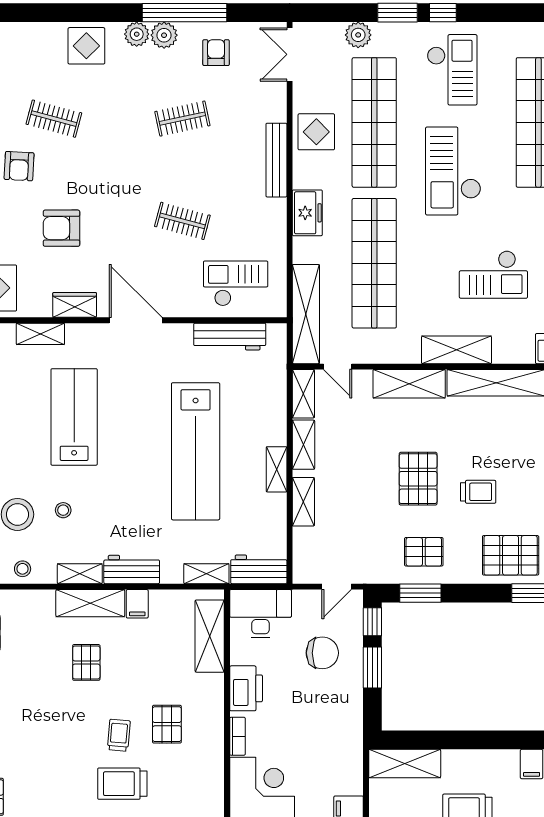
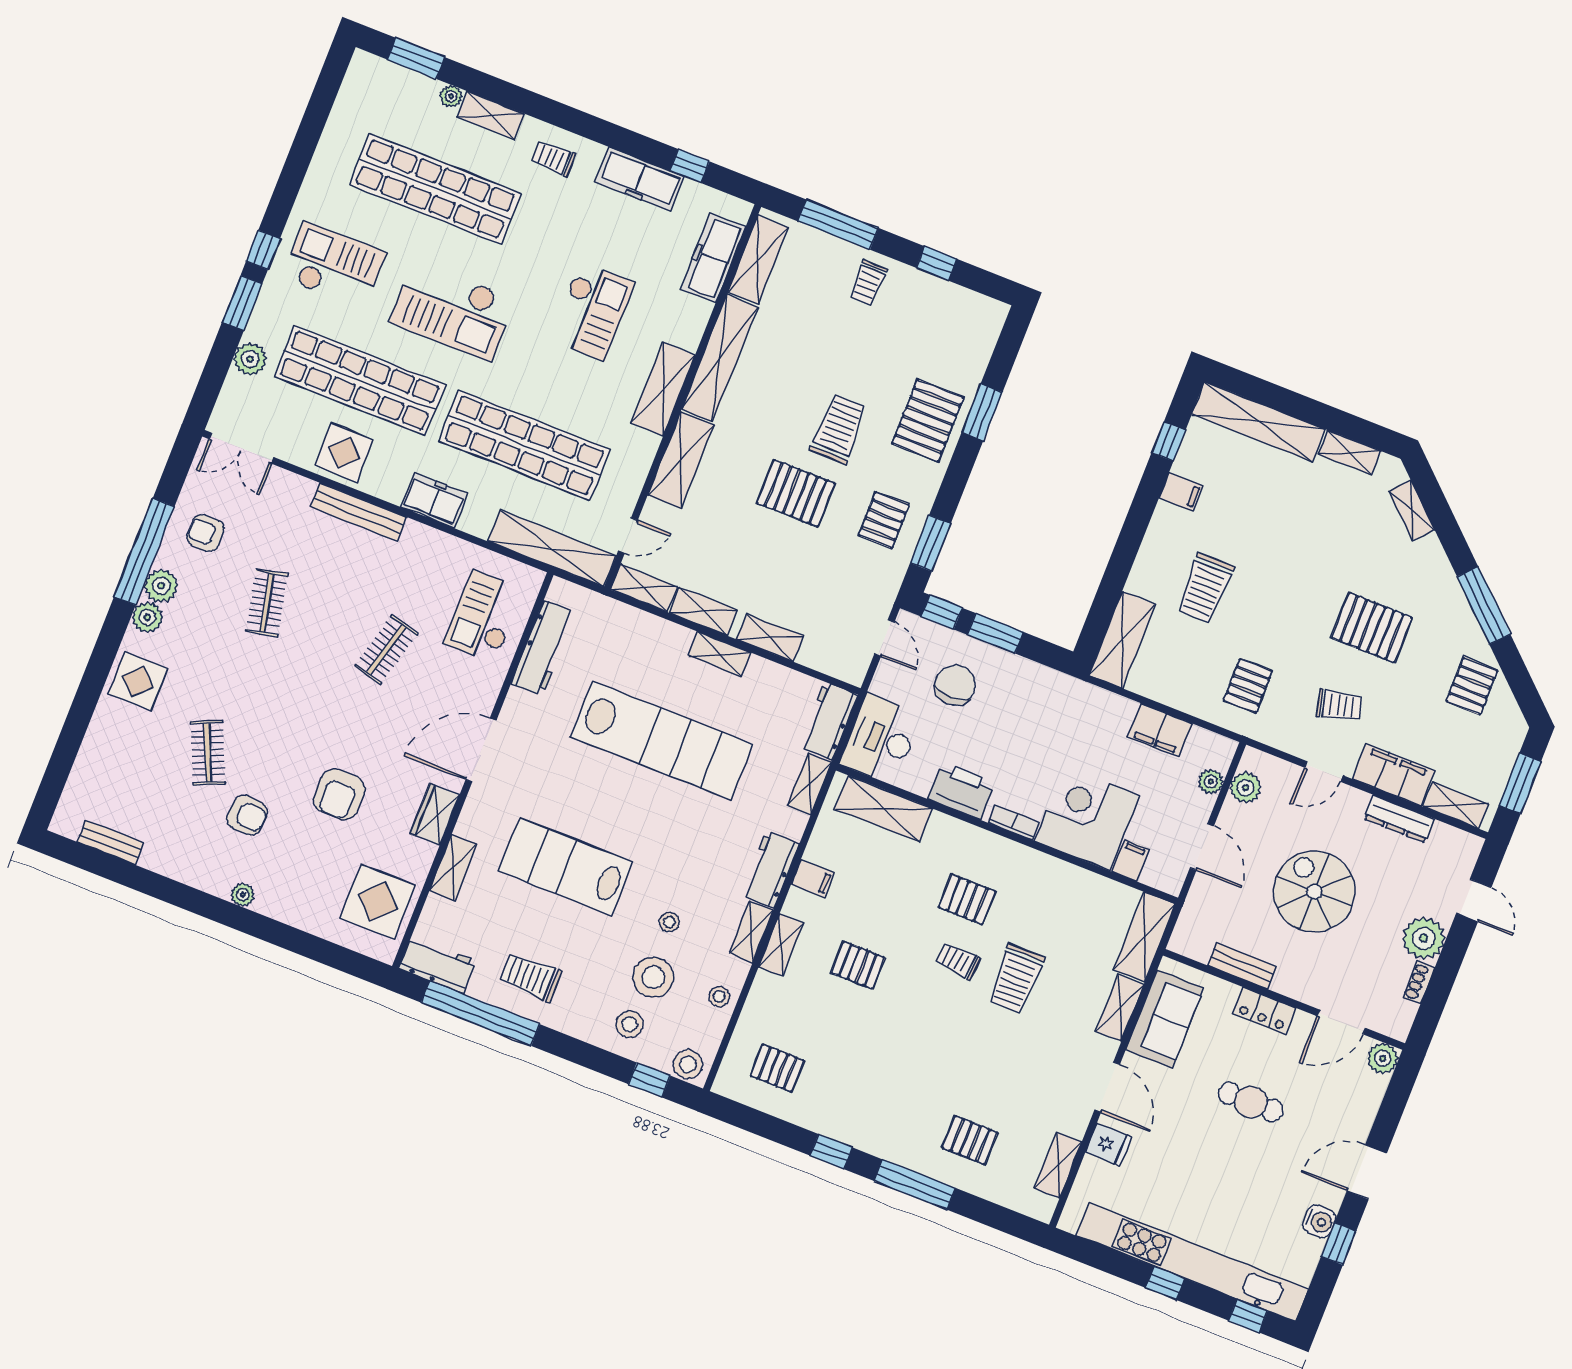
clothes rail: (54, 119) -> (208, 753), turned -39
trolley: (478, 492) -> (839, 429), width x1.36, depth x1.39
shelving: (90, 603) -> (781, 945), width x0.67, depth x0.75

